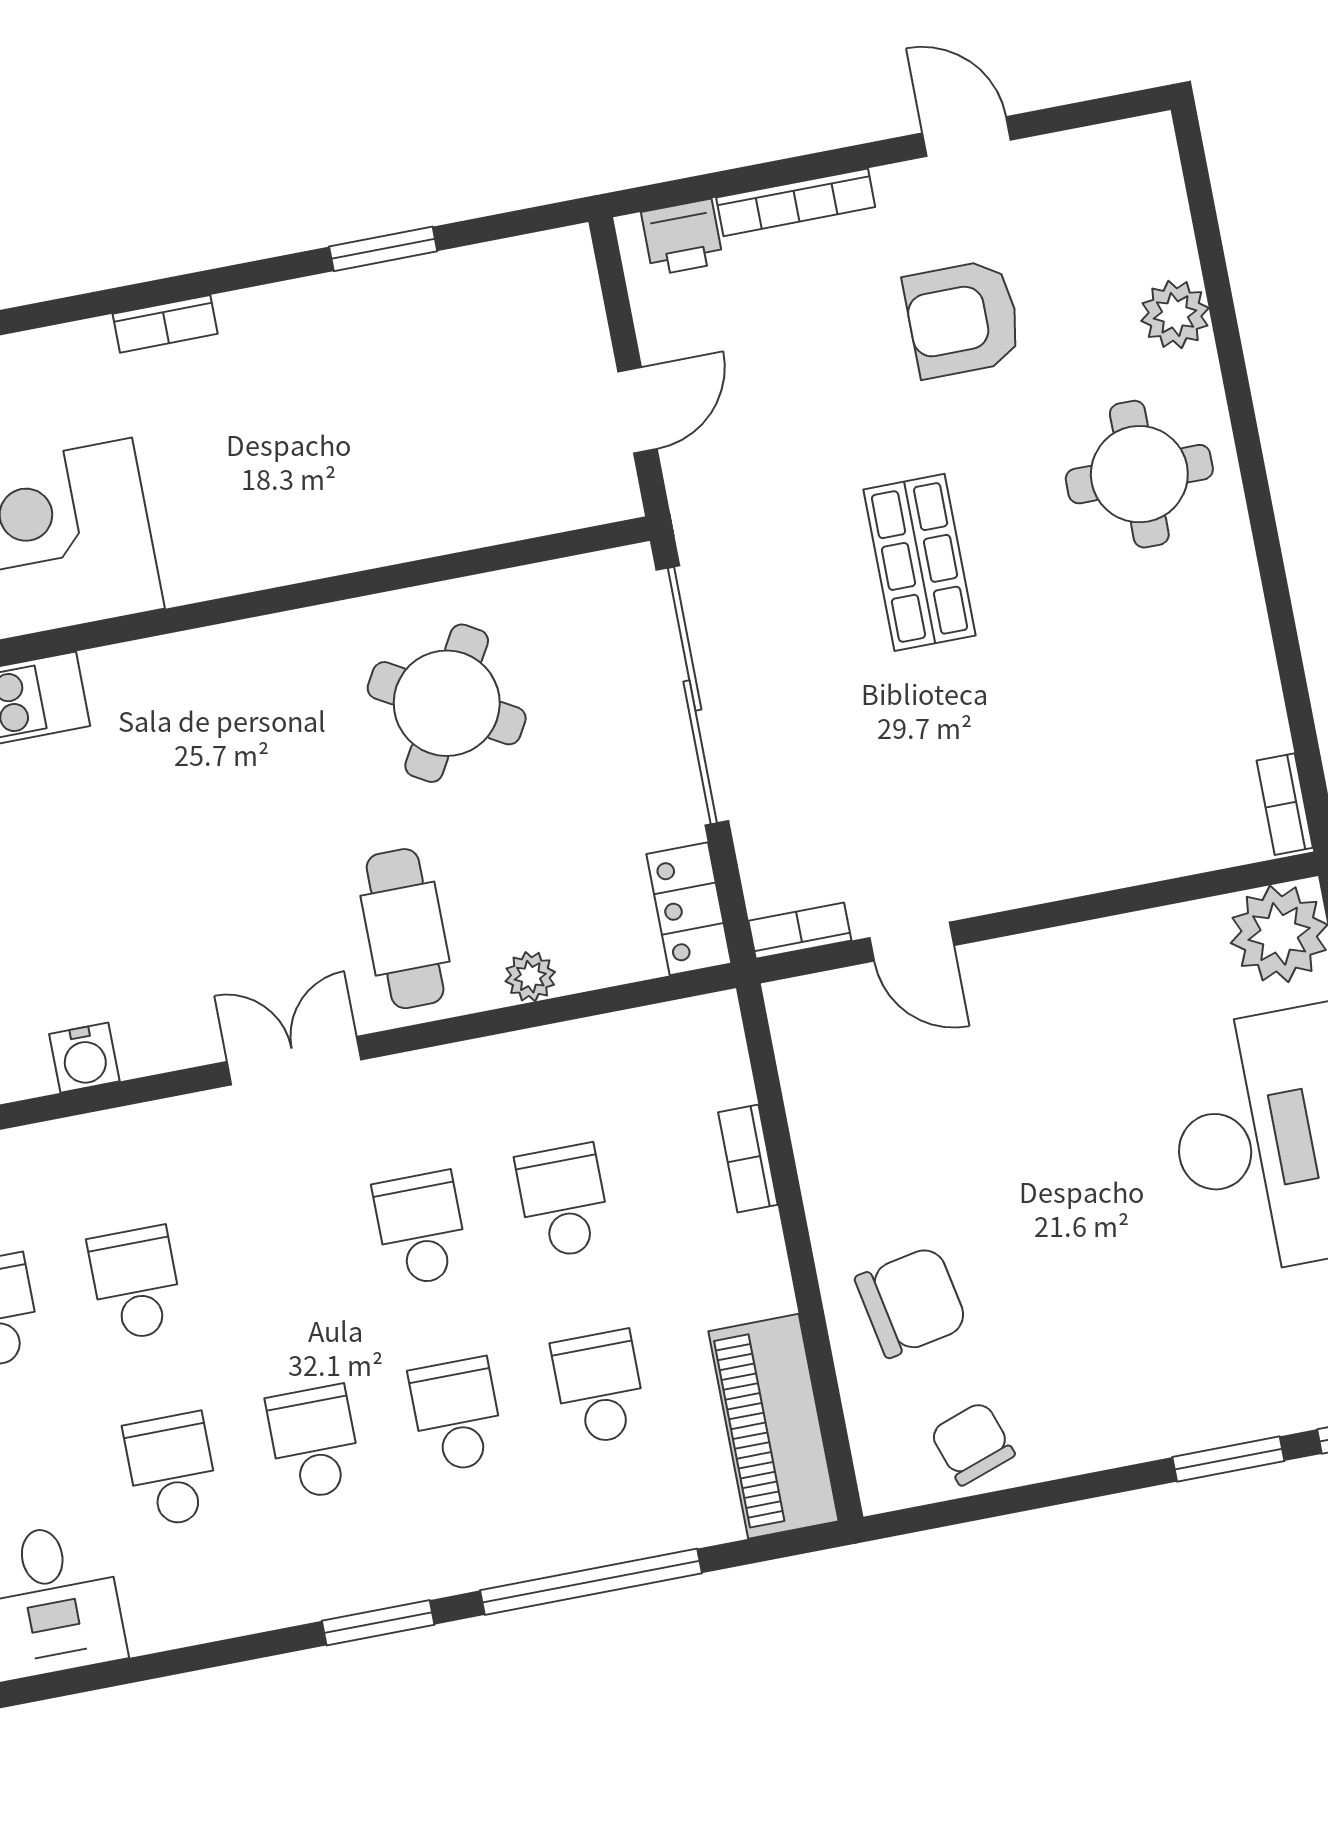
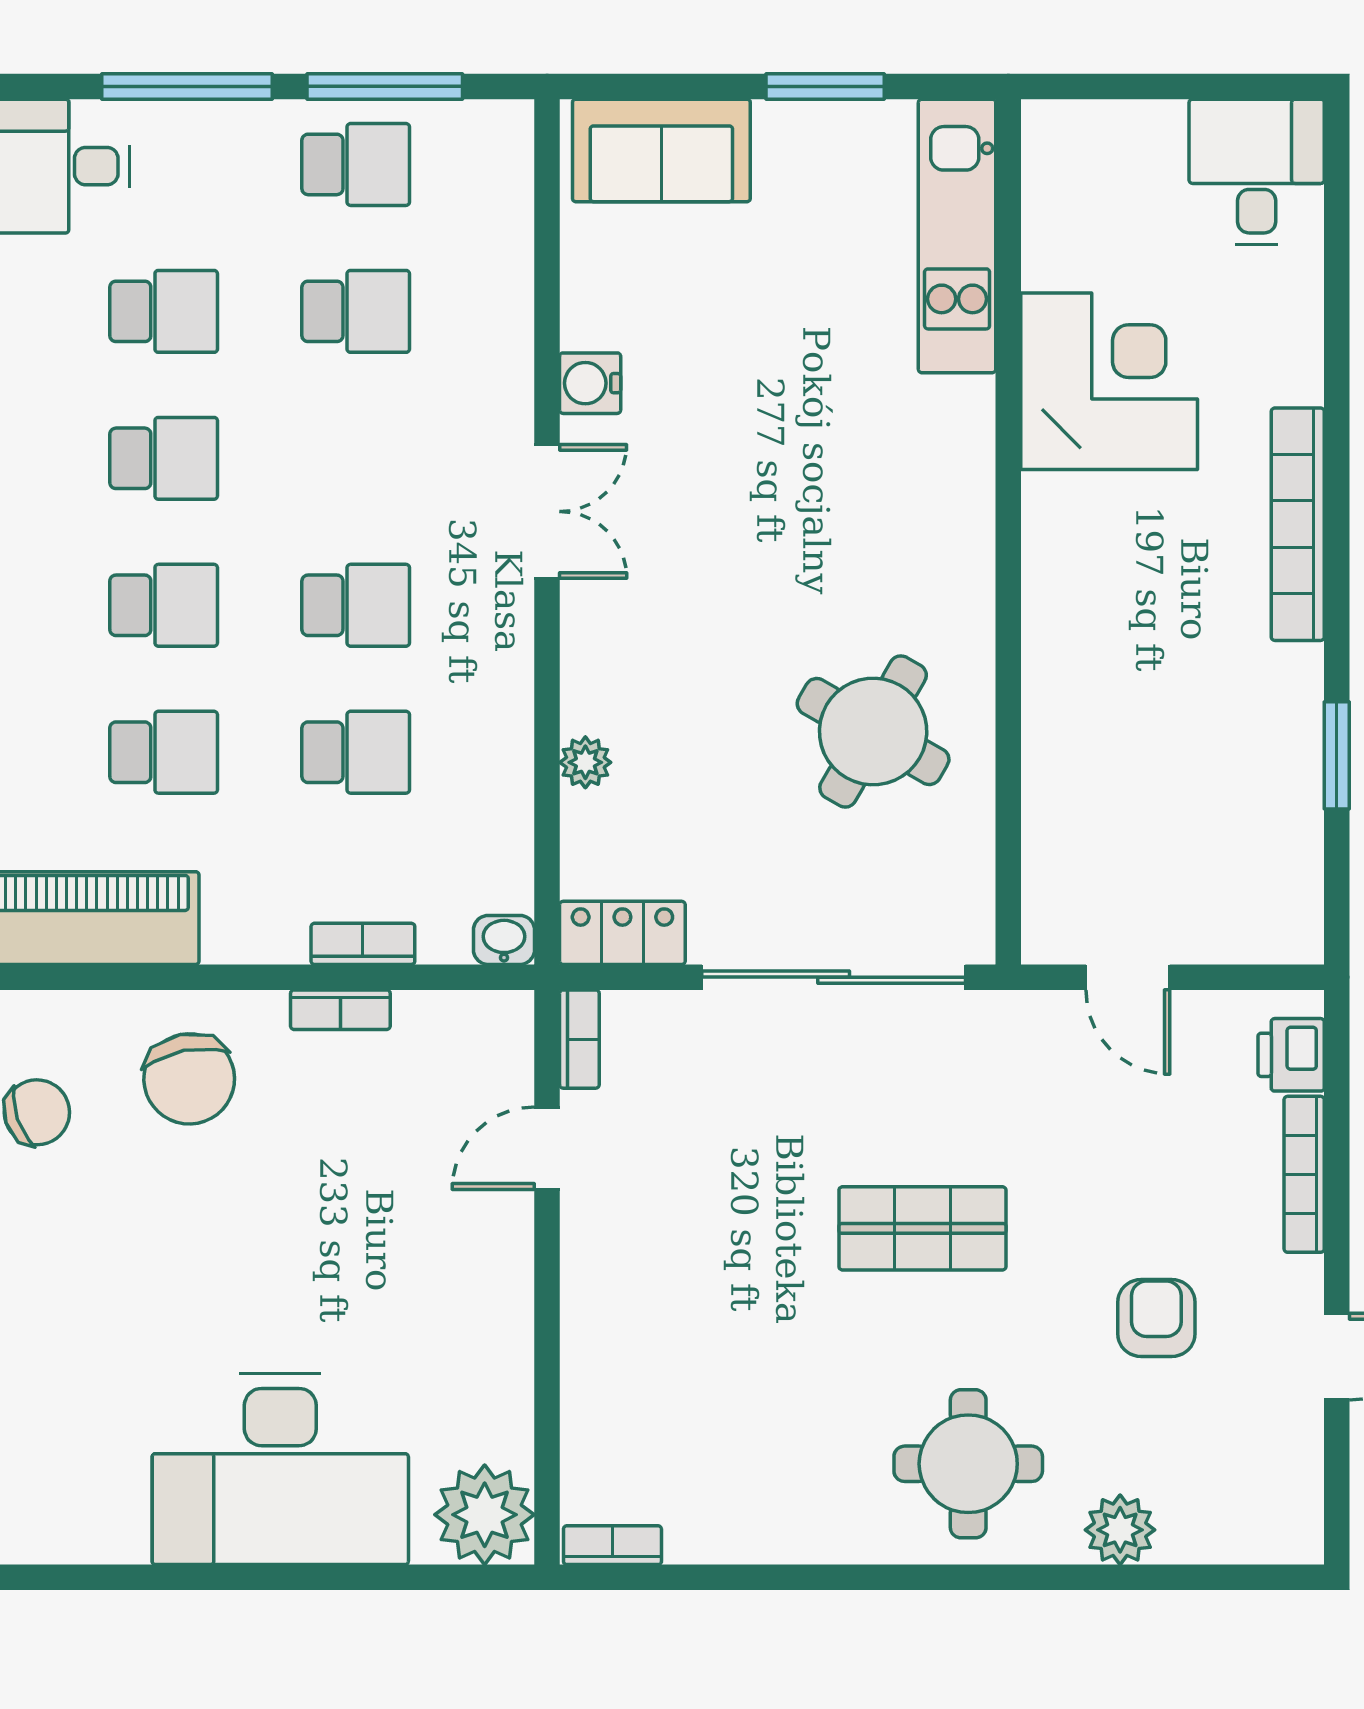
armchair: (963, 319) -> (1156, 1318), width x0.72, depth x0.72
bookcase: (165, 324) -> (1298, 524), width x2.31, depth x1.31
cafe table: (405, 929) -> (657, 647), removed
washbasin: (718, 1022) -> (504, 940), added
water cooler: (84, 1058) -> (590, 383), moved
bookcase: (816, 1168) -> (340, 1010), added

